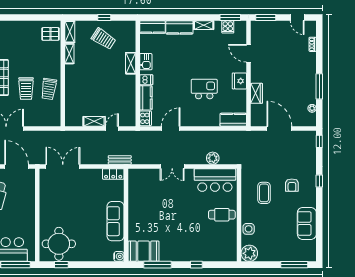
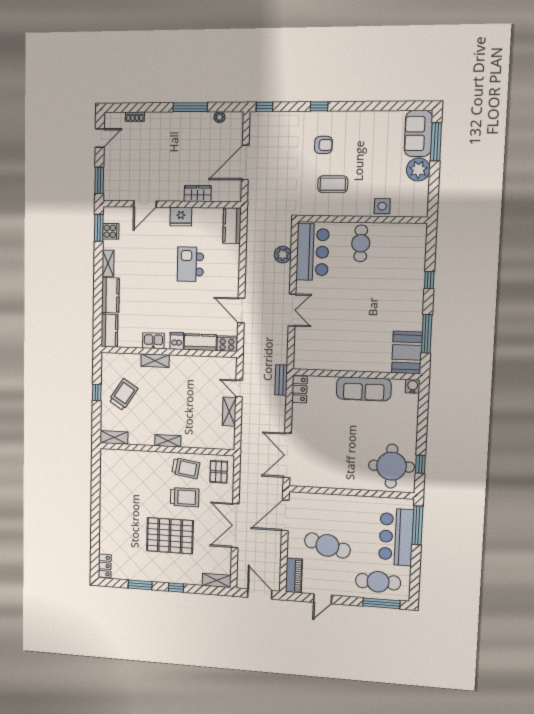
pallet: (50, 34) -> (219, 472), moved
shelving: (69, 54) -> (168, 441), moved
sofa: (307, 223) -> (418, 134), moved, turned 90
plant: (249, 253) -> (418, 169), moved

